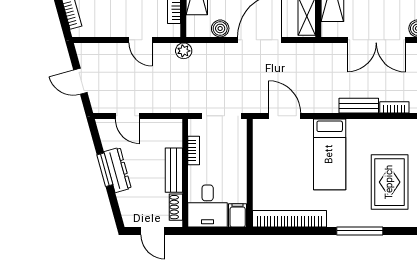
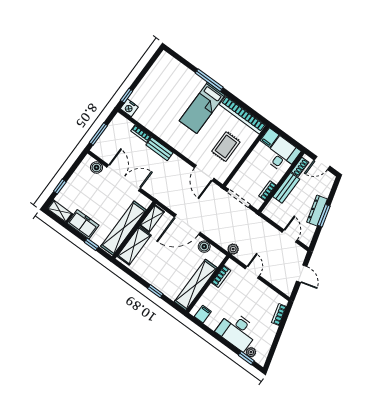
bed: (330, 154) -> (202, 108), moved, turned 180
rug: (390, 182) -> (226, 147), moved, width x0.73, depth x0.70
door: (153, 231) -> (322, 163), swing flipped

